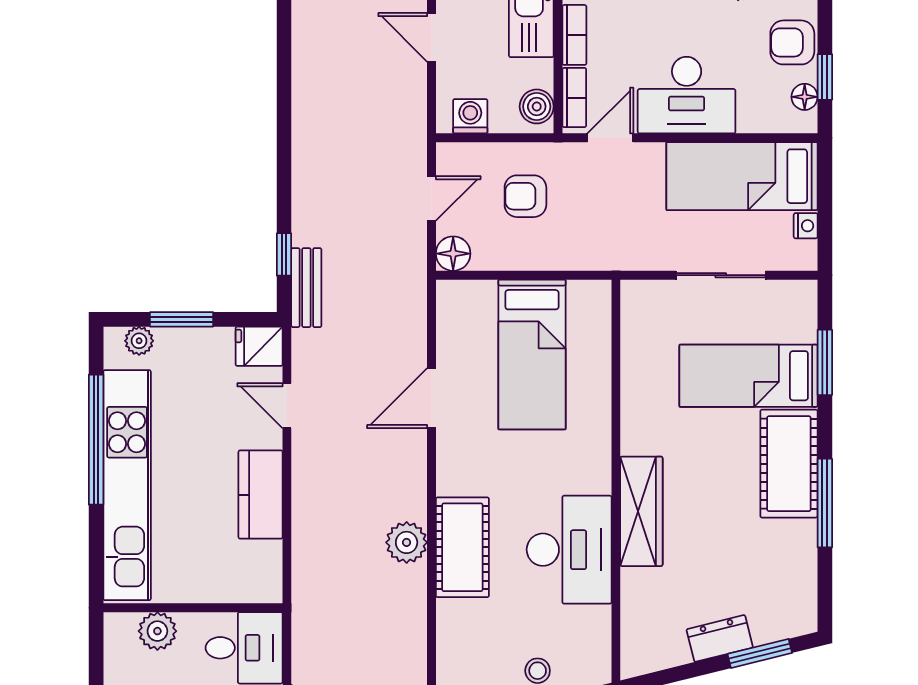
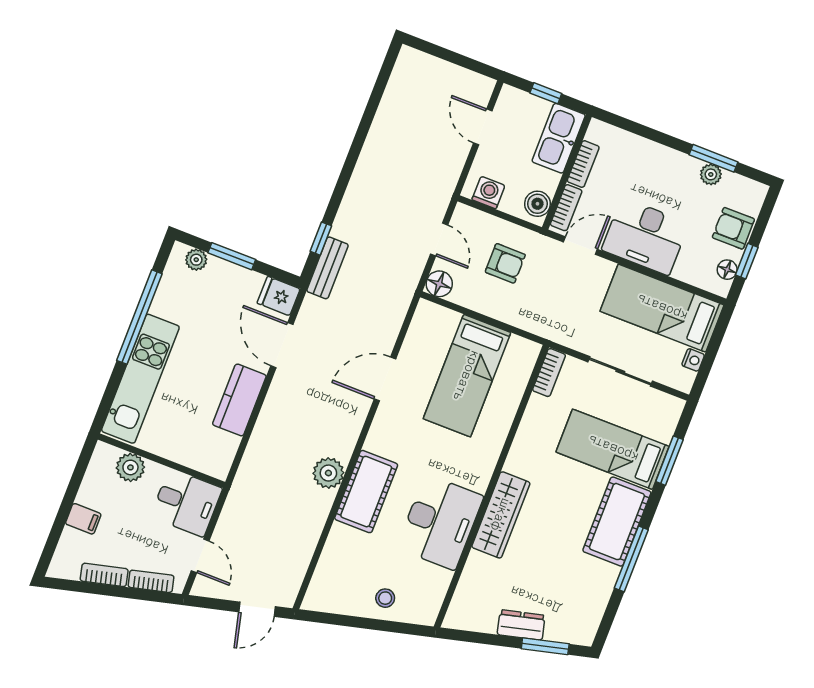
armchair: (525, 196) -> (505, 263), turned 180
door: (432, 198) -> (439, 239), hinge flipped
bookcase: (633, 311) -> (549, 373), added
door: (287, 406) -> (282, 345), width x1.38
kitchen unit: (127, 485) -> (140, 379), width x0.73

